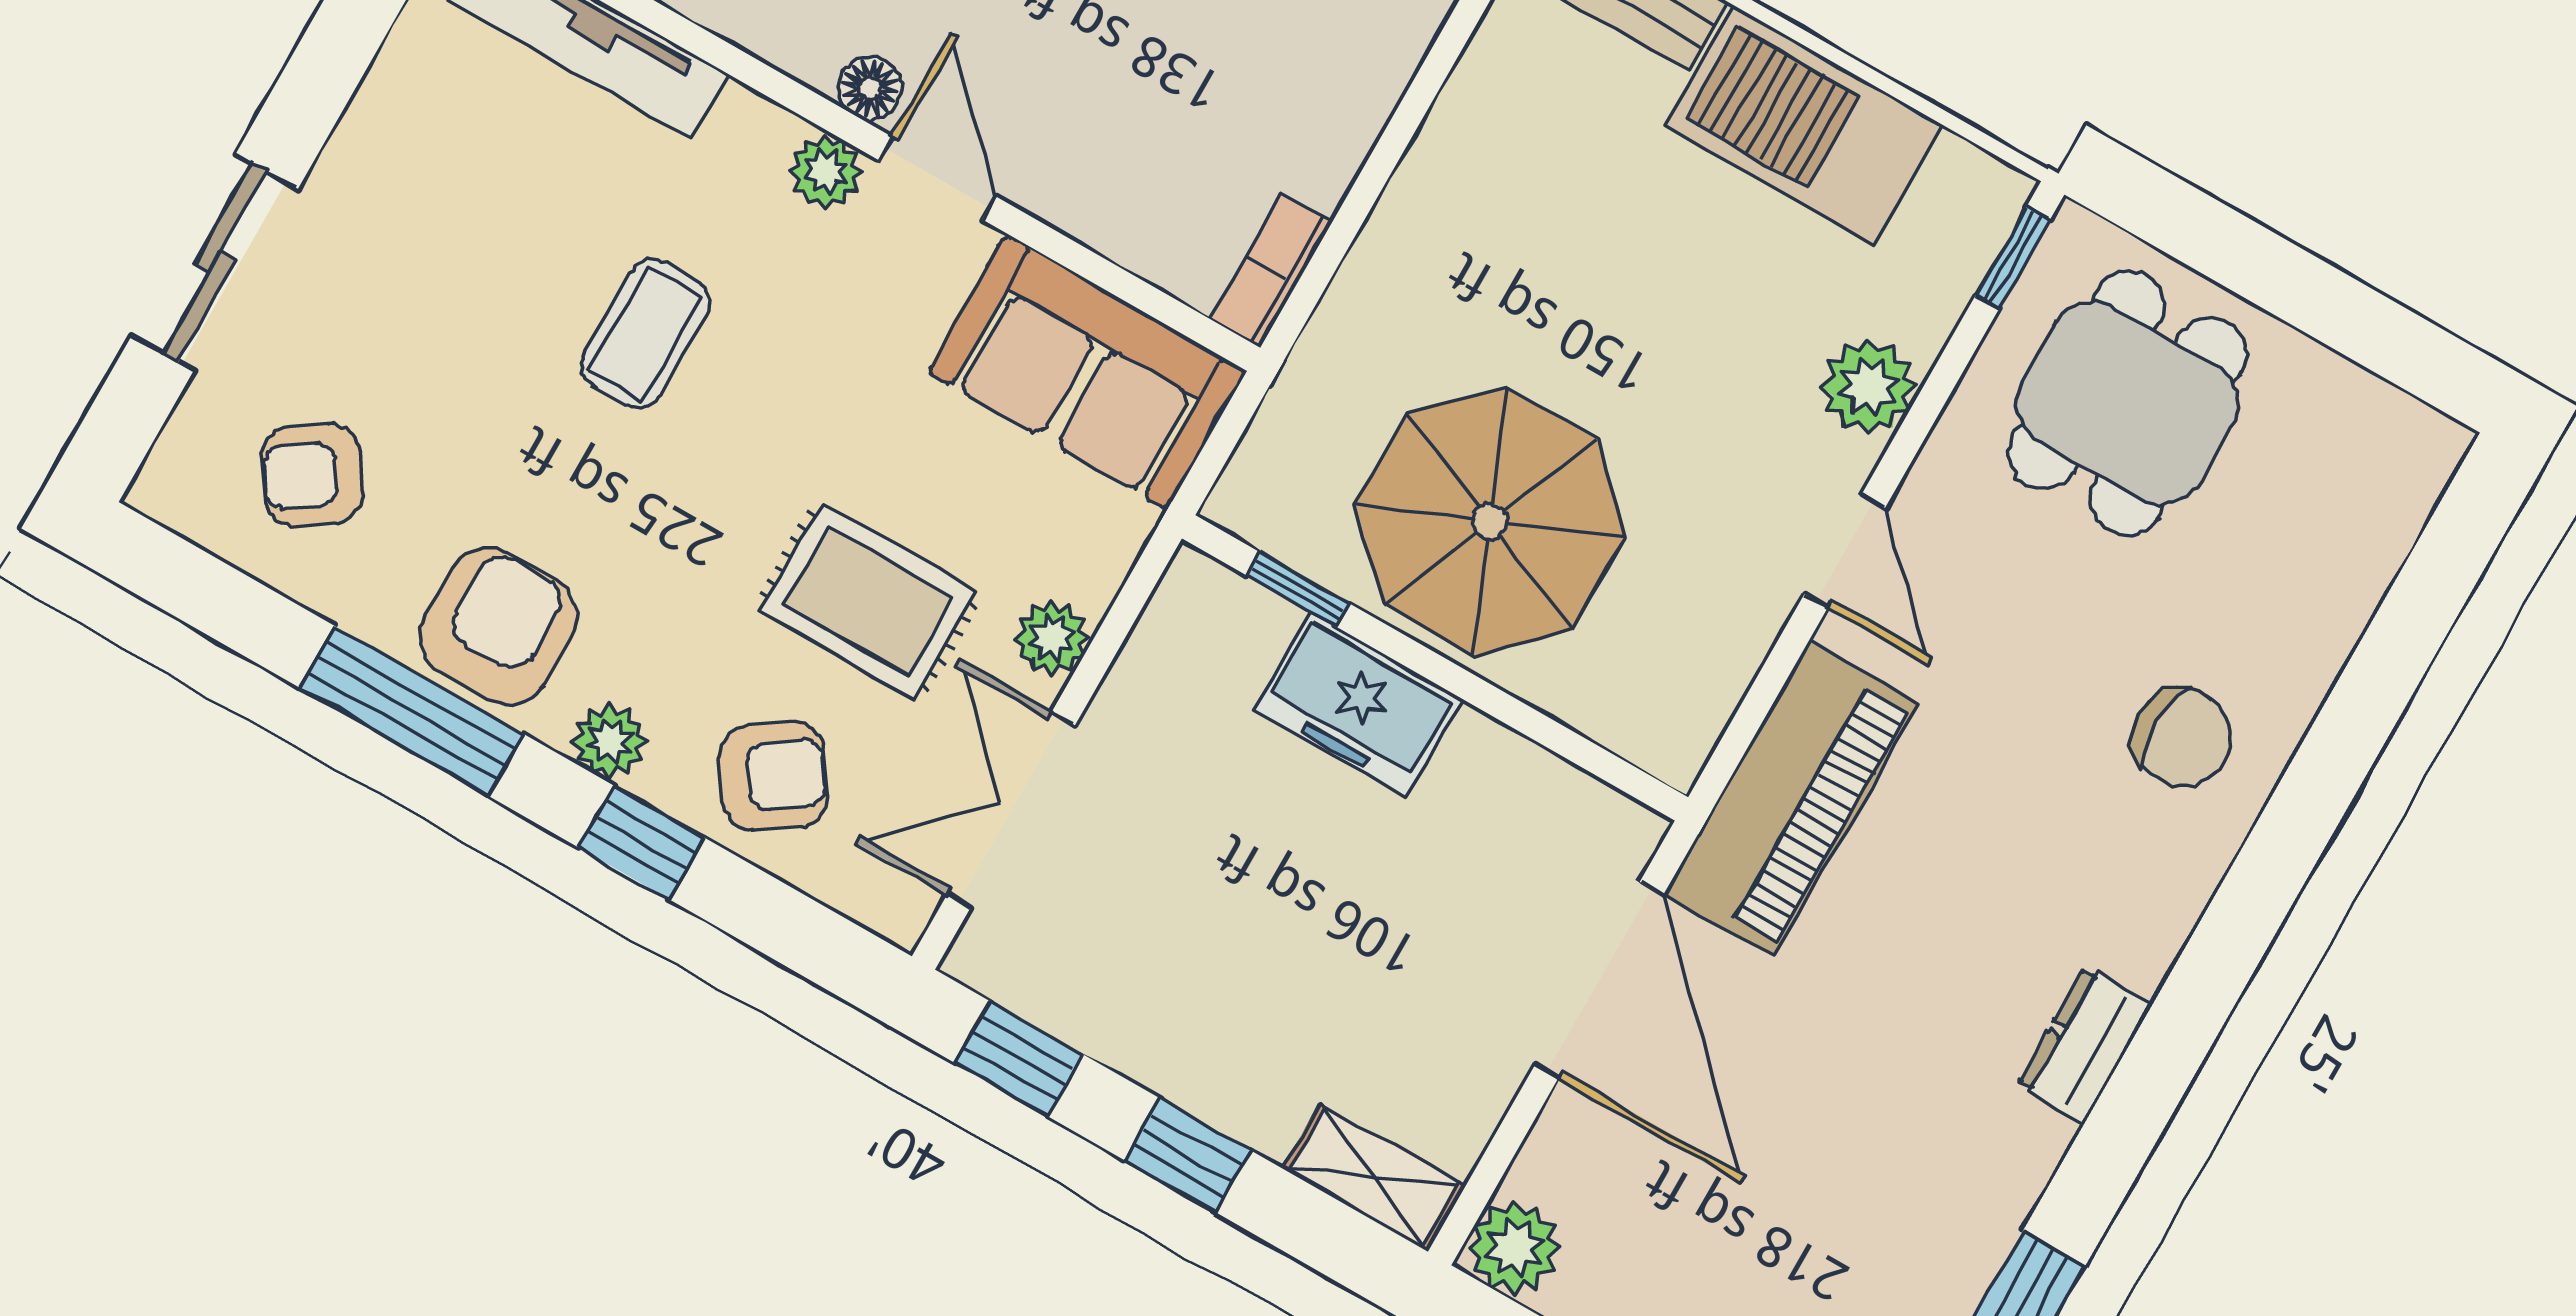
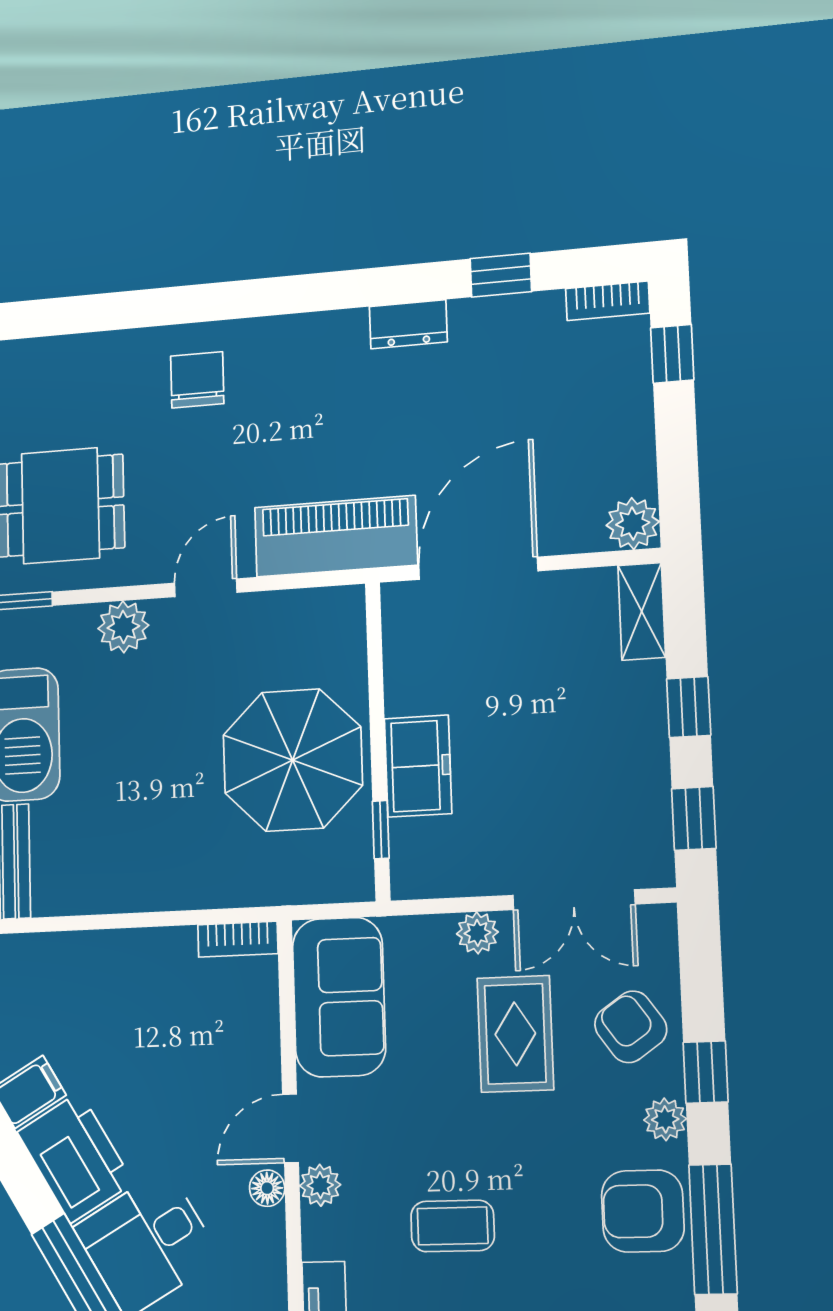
dresser: (2085, 1045) -> (408, 324), moved

